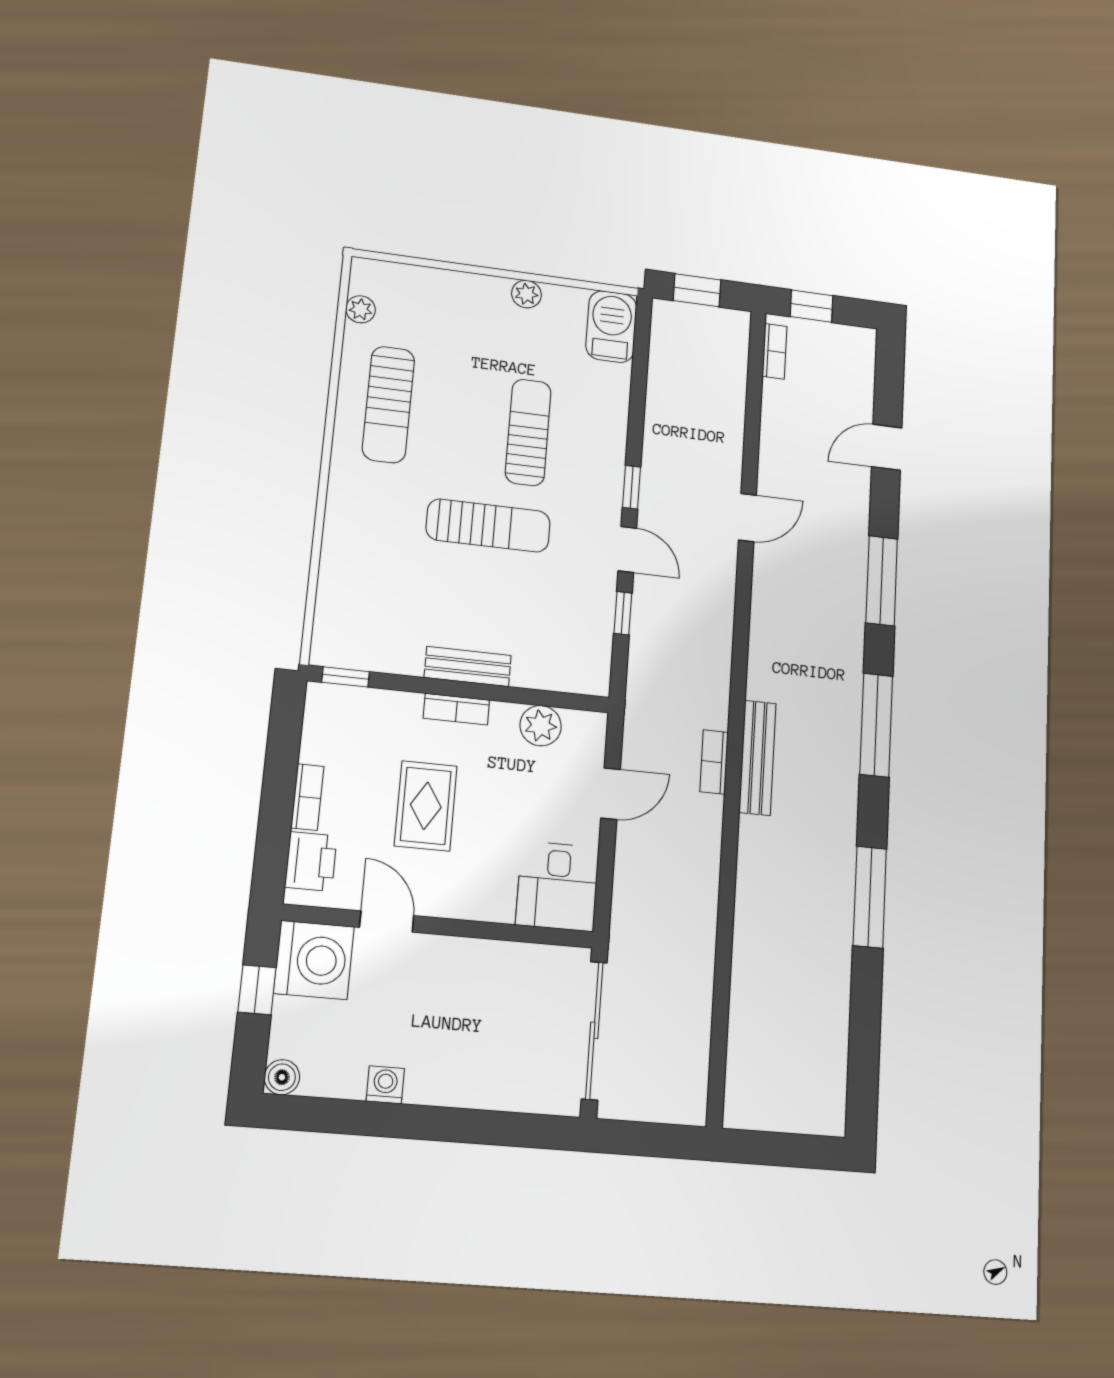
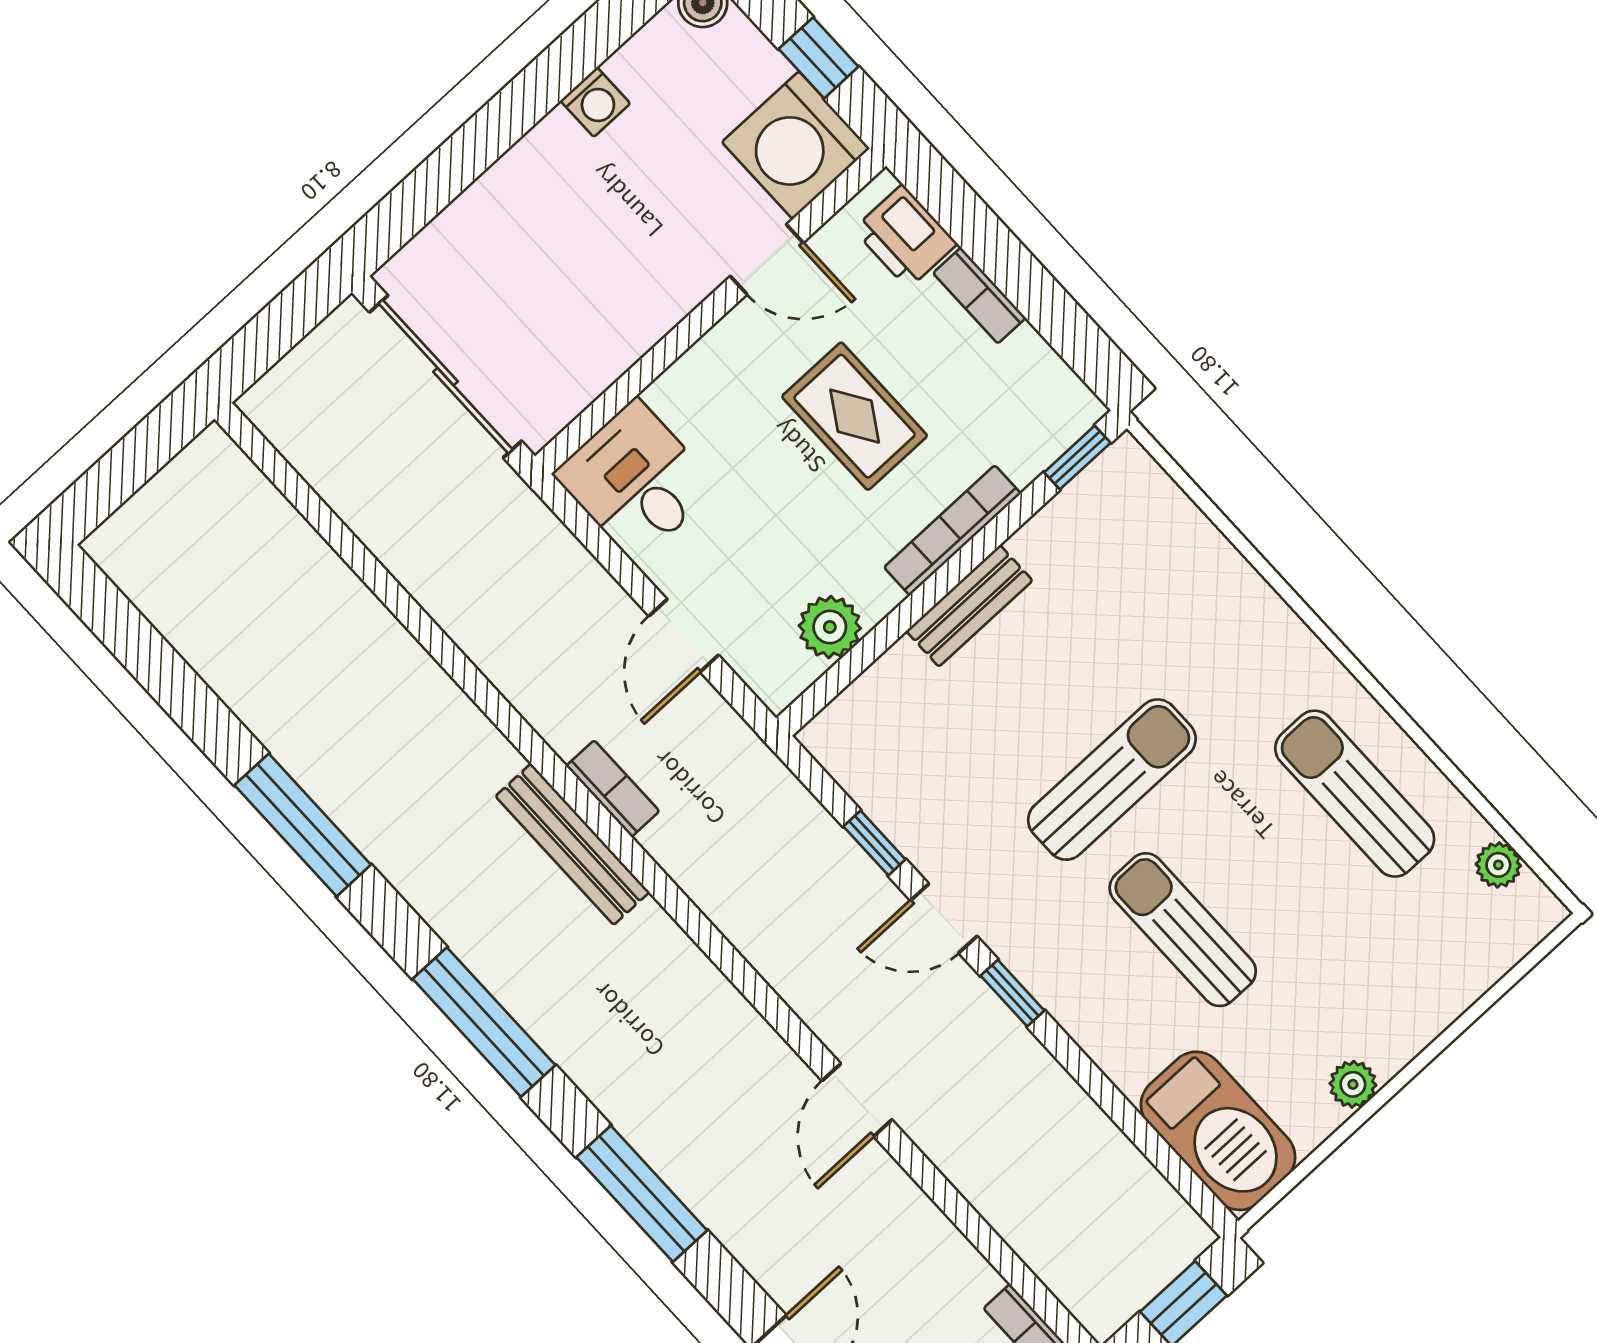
barbecue: (611, 327) -> (1218, 1131), width x1.37, depth x1.21
sun lounger: (528, 432) -> (1183, 930), turned 180
sun lounger: (488, 526) -> (1112, 780), turned 180
bookcase: (456, 709) -> (952, 530), width x1.56

